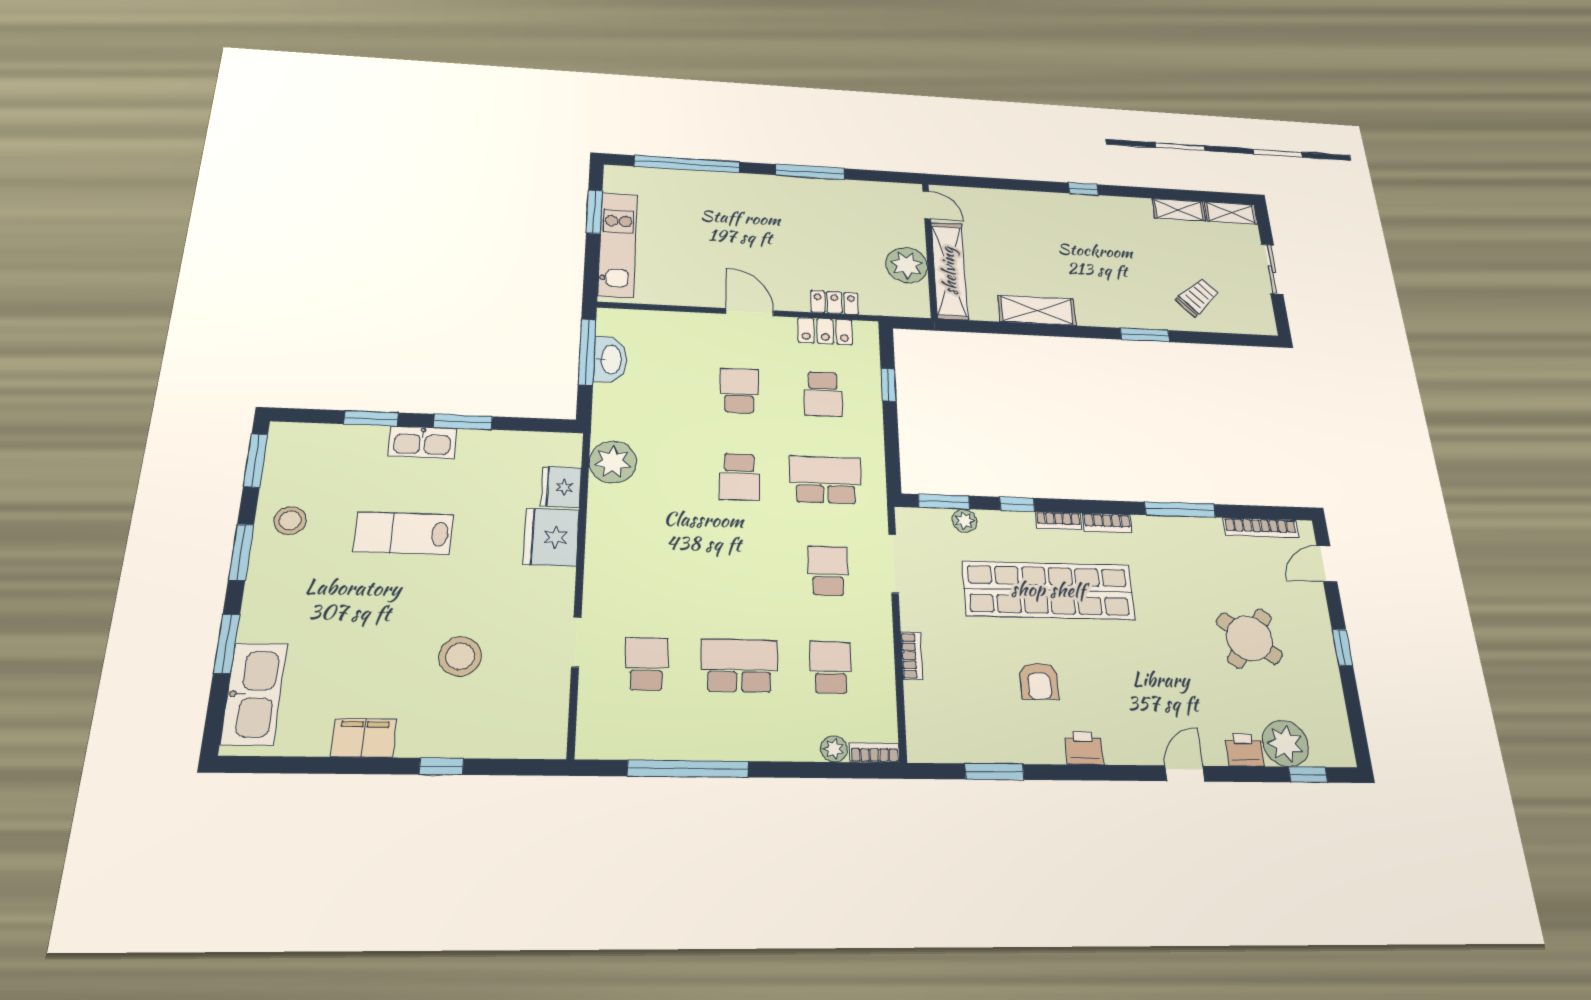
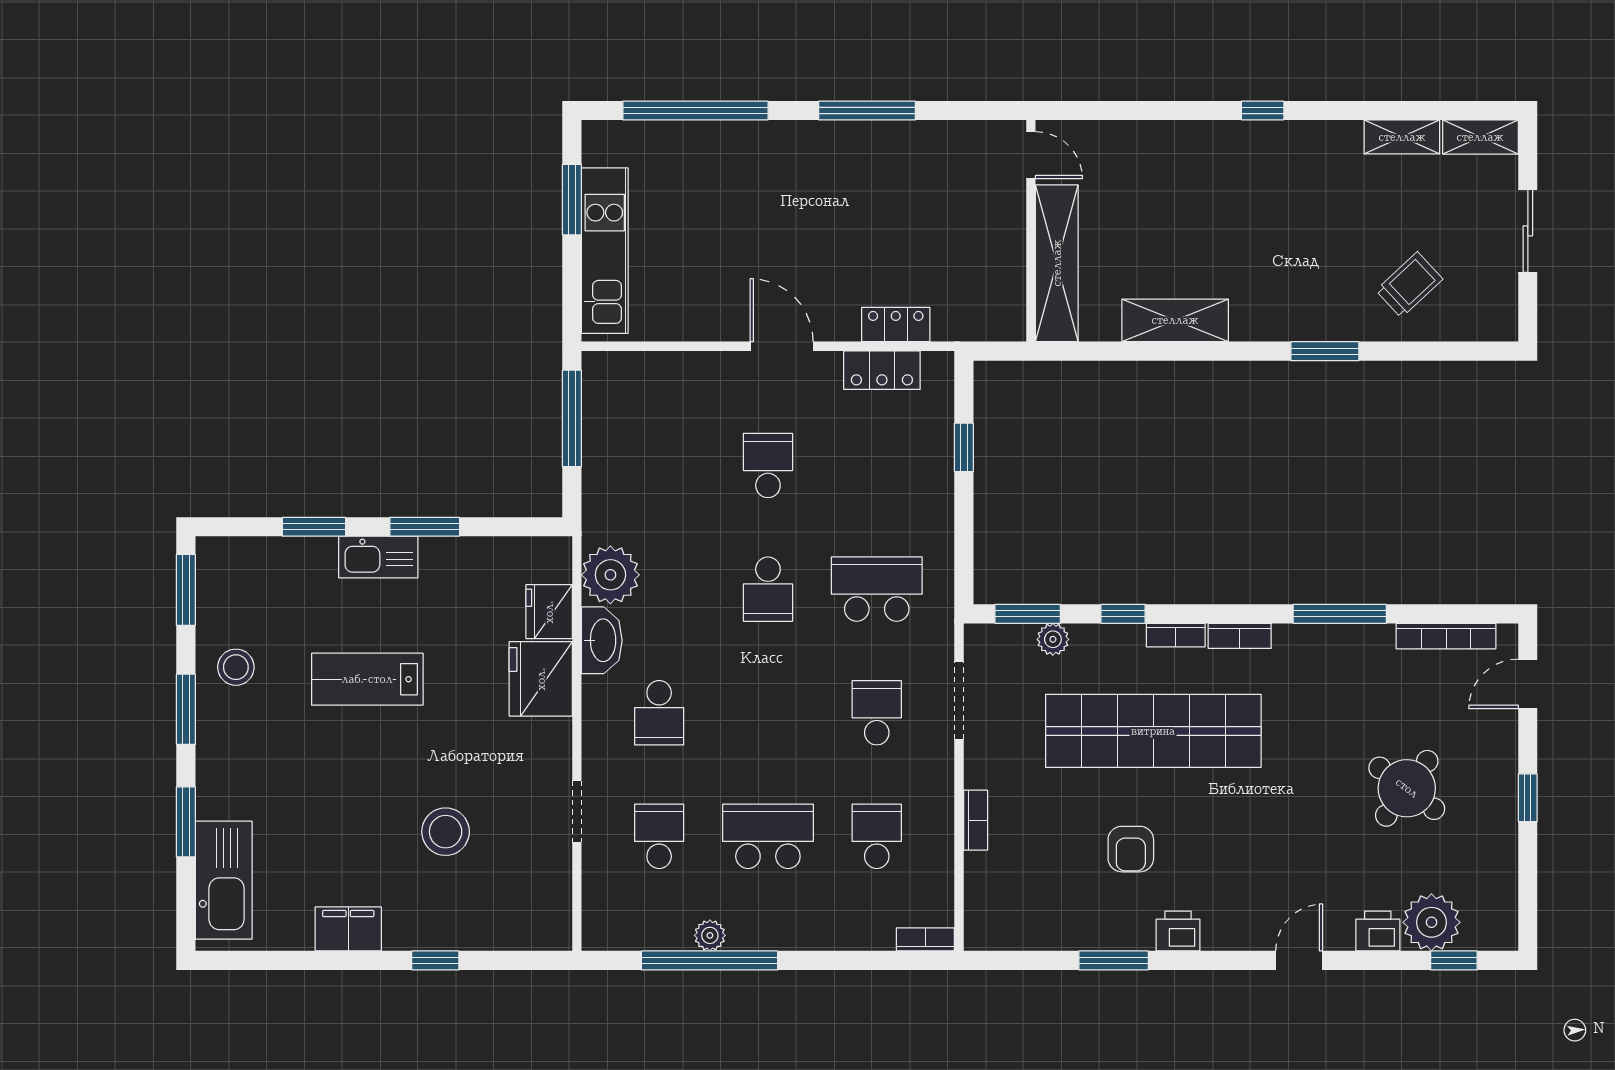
plant: (907, 265) -> (998, 258), removed
washbasin: (610, 359) -> (602, 640), moved
school desk: (823, 394) -> (659, 713), moved
plant: (834, 749) -> (710, 935), moved
window: (994, 772) -> (1114, 960), moved

